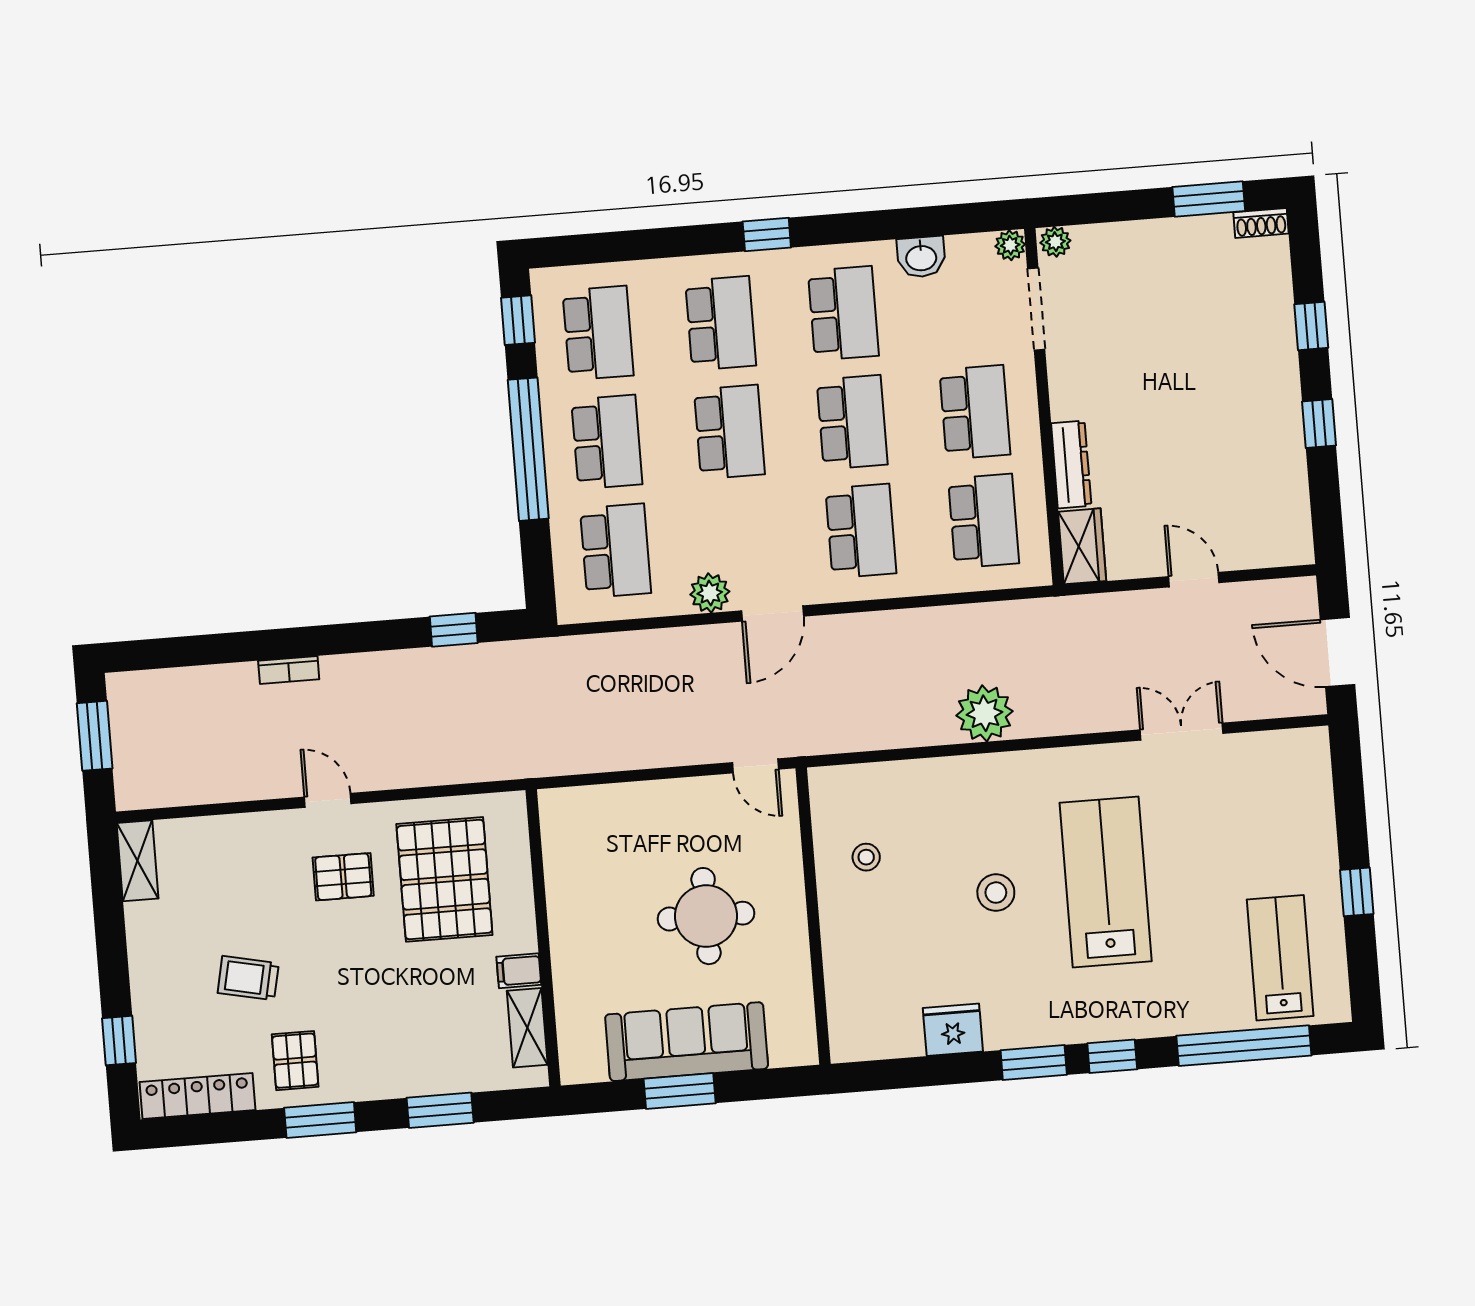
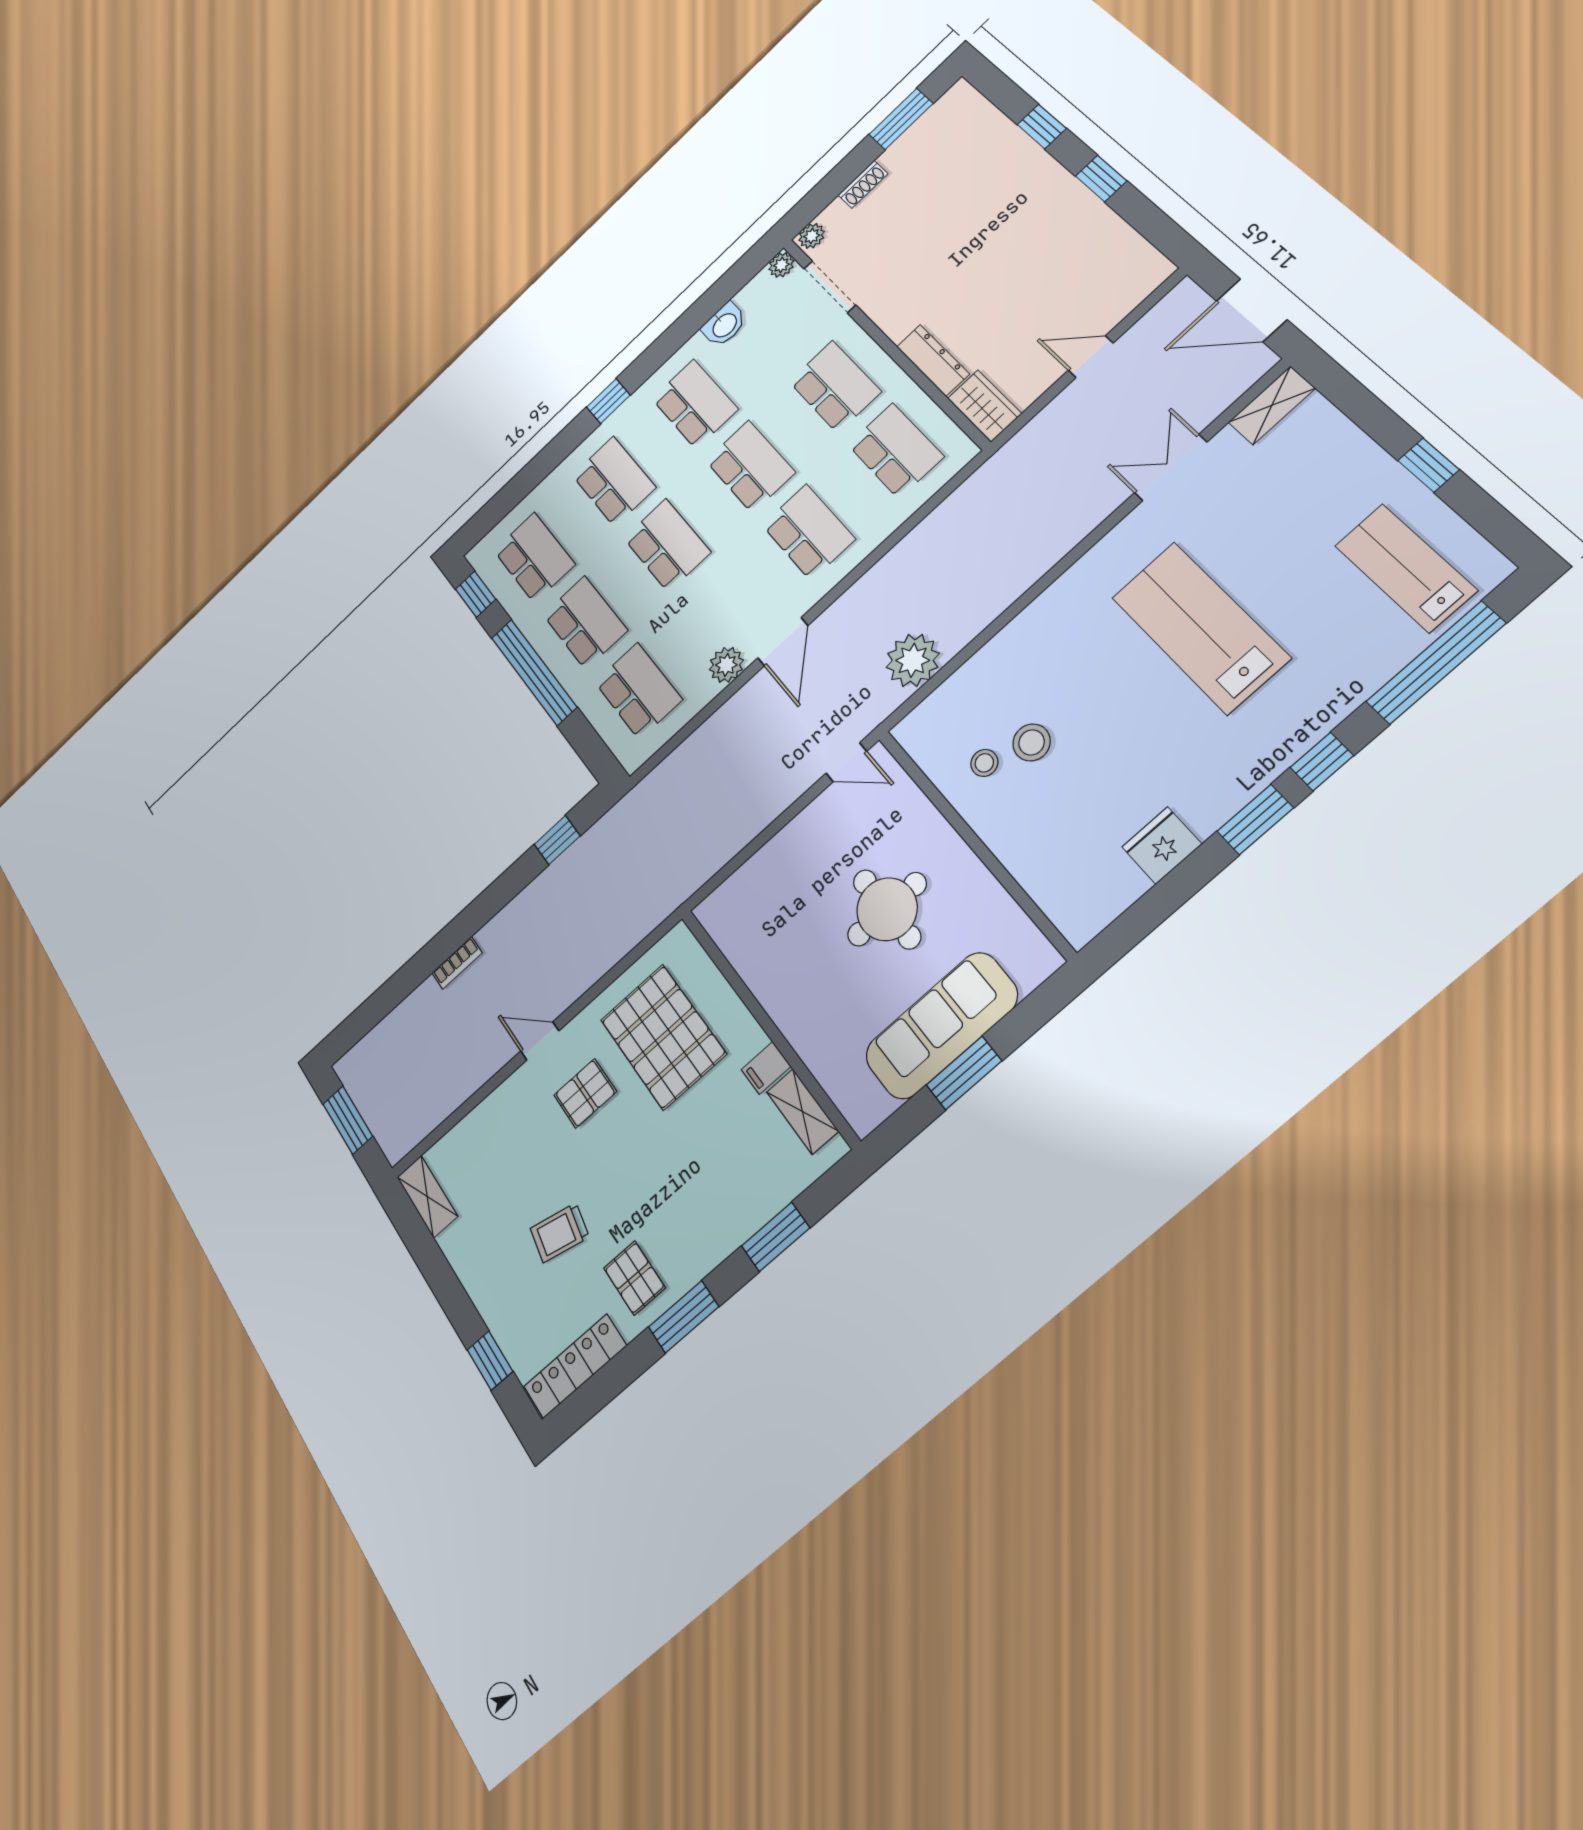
shoe rack: (1261, 223) -> (863, 184), moved
plant: (985, 713) -> (913, 660), moved
shelving: (1291, 746) -> (1272, 405), added
stool: (996, 893) -> (1032, 742), moved

